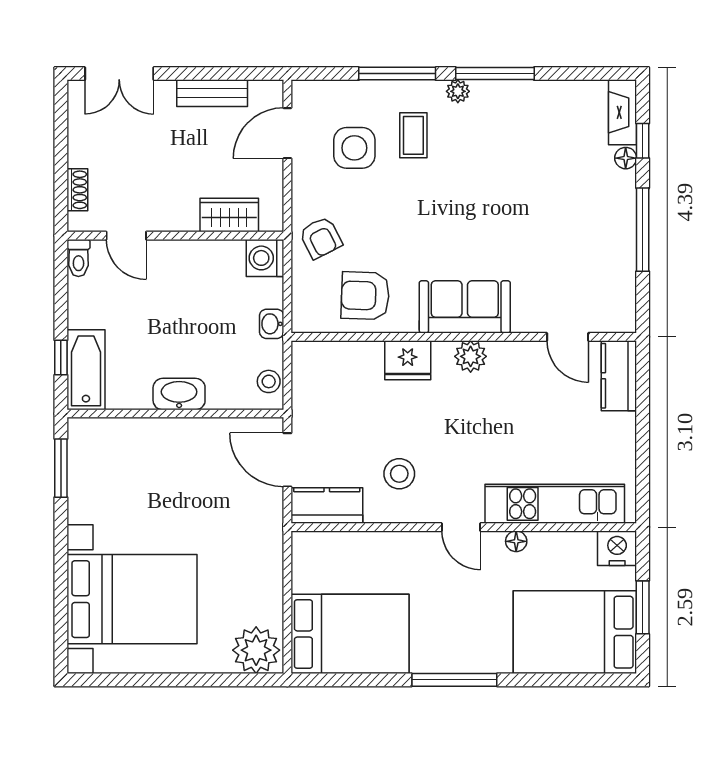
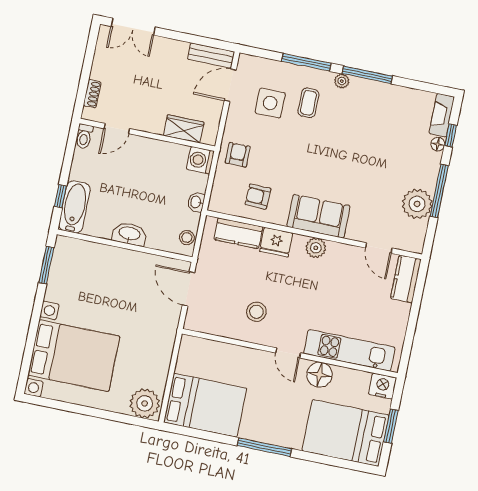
bench: (212, 93) -> (211, 55), moved
door: (126, 236) -> (117, 129), hinge flipped
armchair: (321, 238) -> (238, 155), turned -153
plant: (613, 257) -> (417, 204), added
armchair: (365, 296) -> (258, 197), width x0.72, depth x0.72
kitchen counter: (327, 505) -> (238, 233), moved, turned 180
floor lamp: (516, 541) -> (319, 375), width x1.89, depth x1.89

